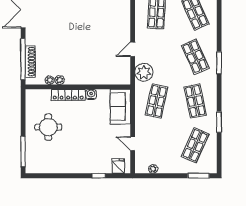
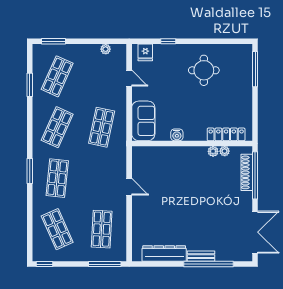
door: (133, 49) -> (129, 187), hinge flipped
shop shelf: (195, 57) -> (57, 178), turned 30
plant: (144, 72) -> (116, 160), removed
locker: (68, 95) -> (226, 134), moved
shop shelf: (195, 101) -> (57, 127), turned 36
window: (219, 122) -> (30, 85), moved
round table: (48, 127) -> (204, 70), moved

